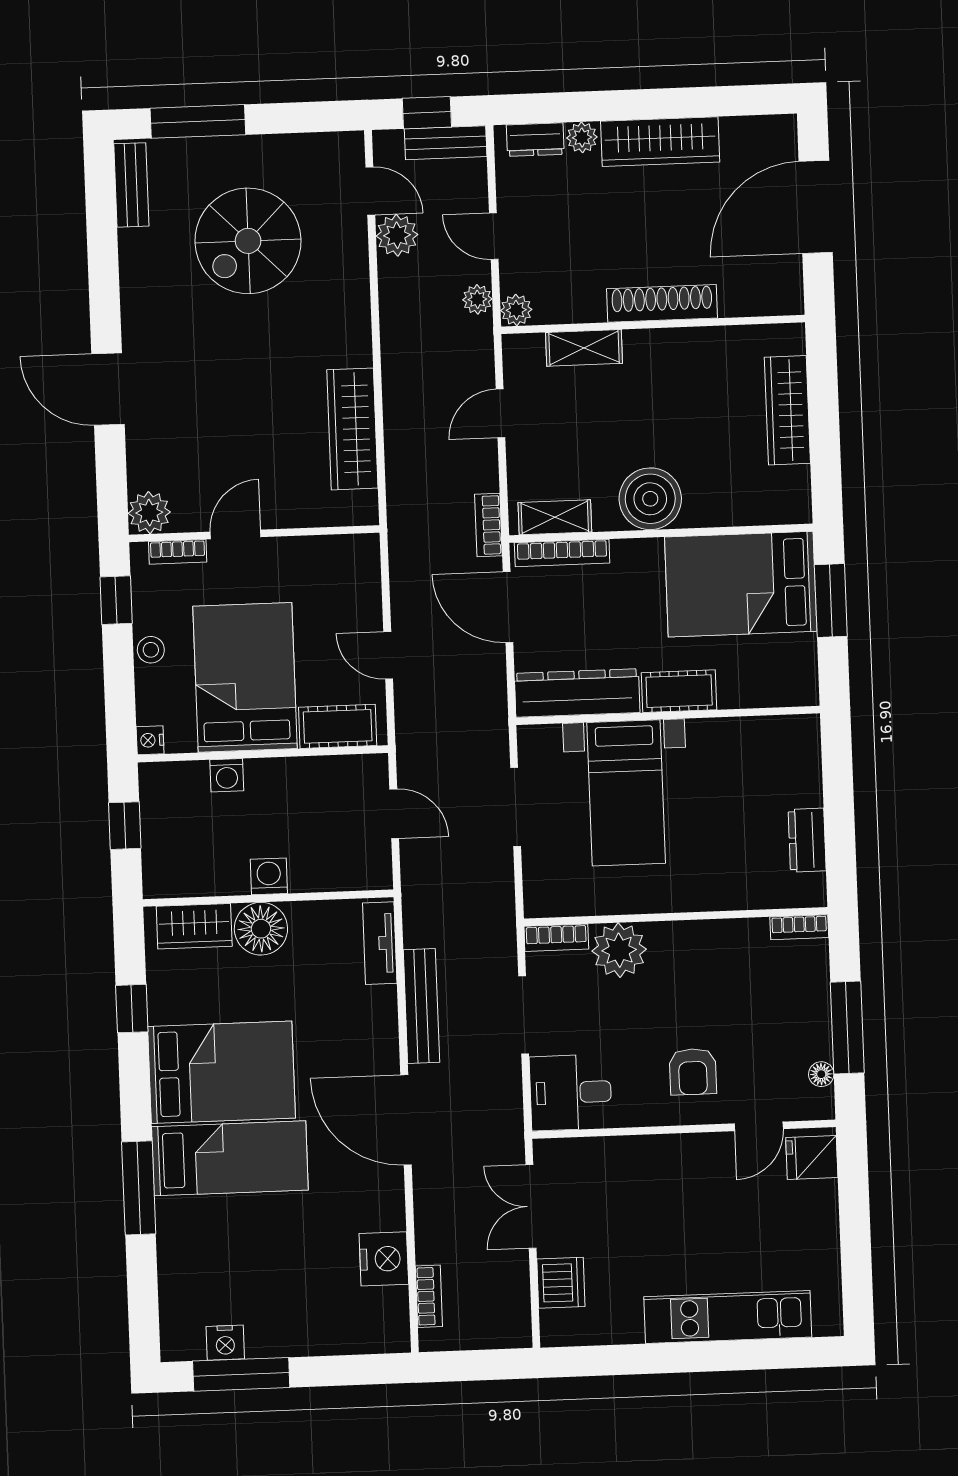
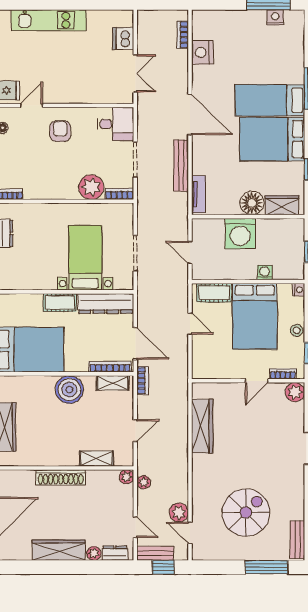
door: (494, 236) -> (135, 527), moved
washing machine: (269, 876) -> (240, 234), width x1.89, depth x1.89

